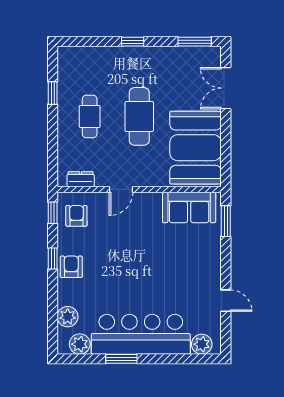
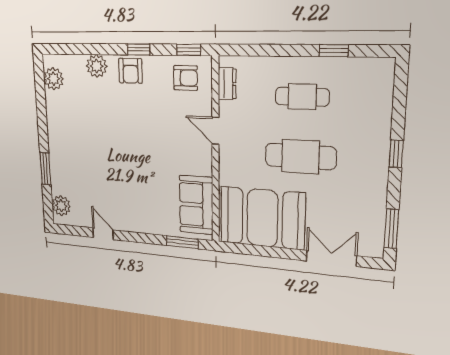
armchair: (71, 267) -> (130, 71), turned 90
door: (226, 301) -> (103, 234), swing flipped
plant: (68, 317) -> (97, 66), moved
bar counter: (141, 334) -> (67, 144), removed
window: (121, 359) -> (45, 169), moved

